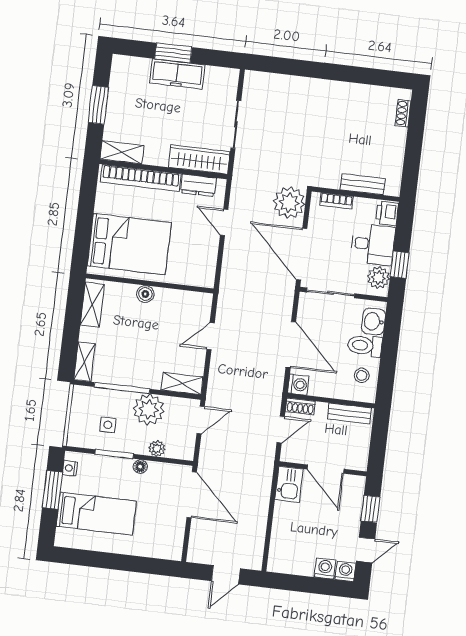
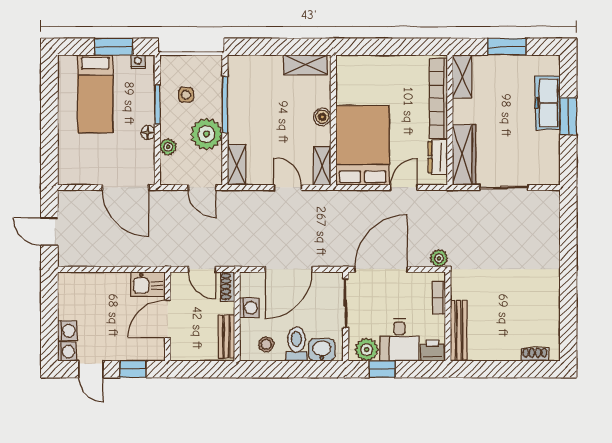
freezer: (177, 74) -> (548, 103), moved
bench: (363, 184) -> (459, 330), width x1.36
plant: (289, 203) -> (439, 258), width x0.53, depth x0.53
bed: (129, 244) -> (363, 145), moved, turned 180
shelving: (84, 362) -> (322, 166), moved, turned 90
washing machine: (298, 385) -> (249, 308), moved, turned -90
door: (192, 495) -> (126, 188), hinge flipped

